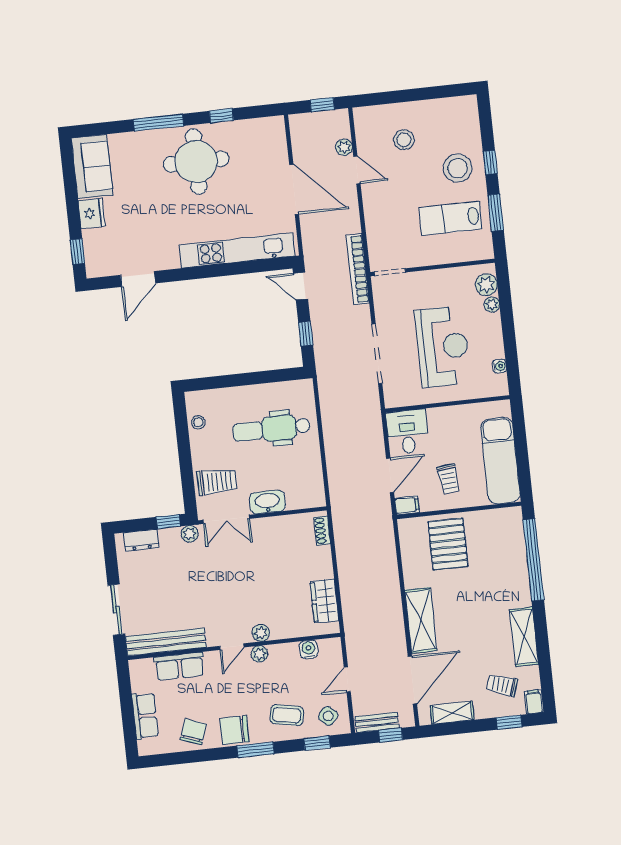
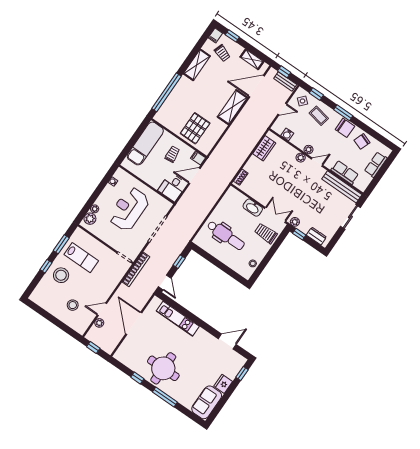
door: (357, 170) -> (102, 309), hinge flipped
kitchen unit: (237, 250) -> (178, 319), width x0.73

